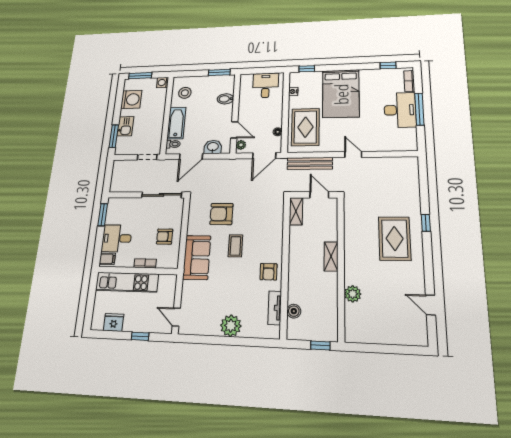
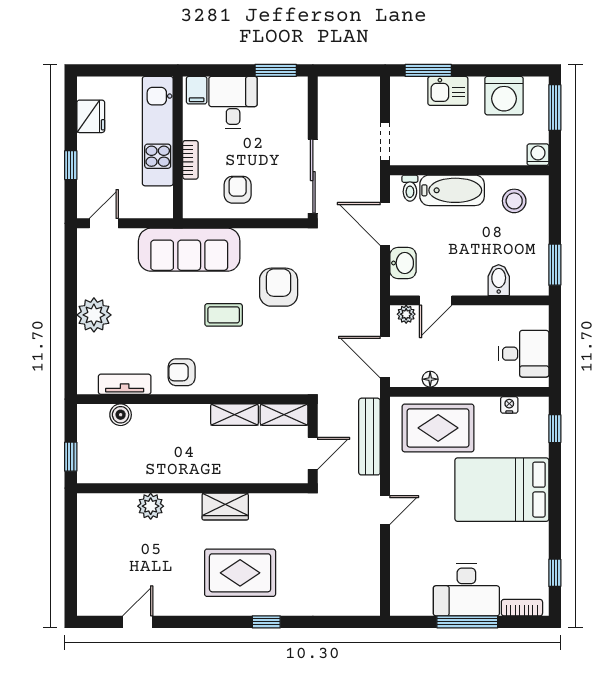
wardrobe: (352, 247) -> (225, 506), added
shelving: (331, 256) -> (234, 415), moved
sofa: (197, 257) -> (189, 250), width x1.36

